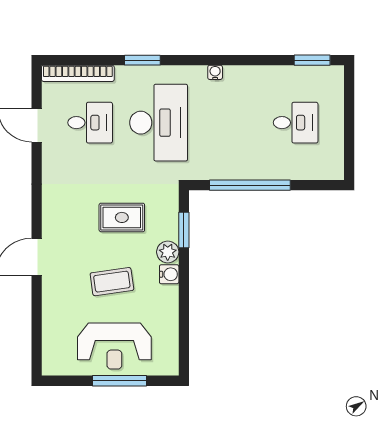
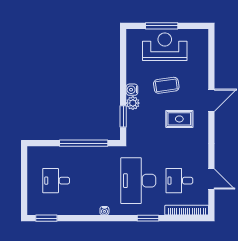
rug: (122, 217) -> (179, 119), moved

